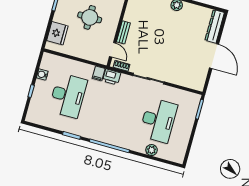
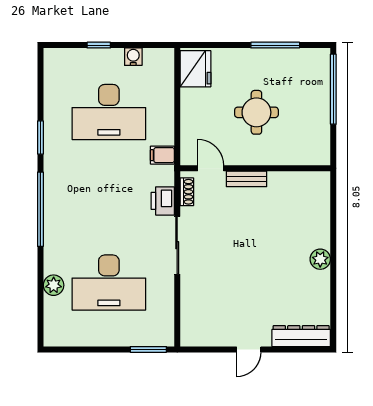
fridge: (57, 33) -> (195, 69), moved, turned -90
door: (113, 50) -> (211, 168), swing flipped
door: (214, 56) -> (249, 349), width x0.53
printer: (112, 77) -> (163, 201), moved

